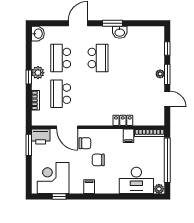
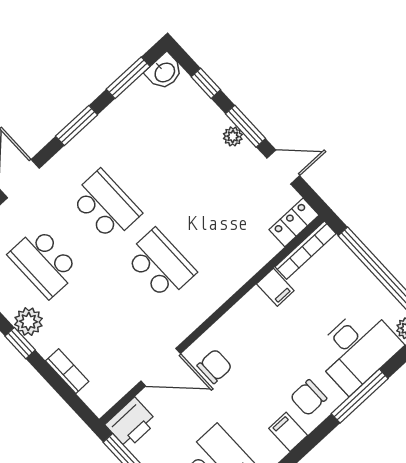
window: (144, 23) -> (128, 78), added
washbasin: (120, 32) -> (164, 72), moved
school desk: (61, 94) -> (160, 264), moved, turned 180
locker: (123, 120) -> (294, 222), moved
chair: (98, 160) -> (308, 398), moved
window: (123, 197) -> (360, 396), added

